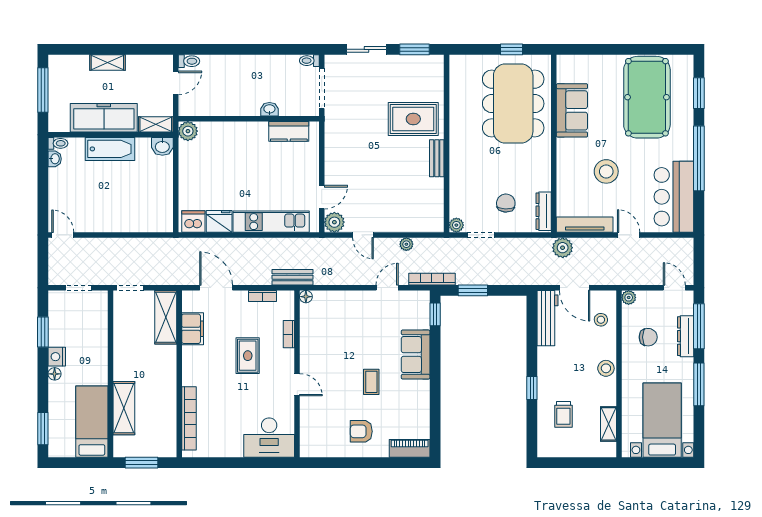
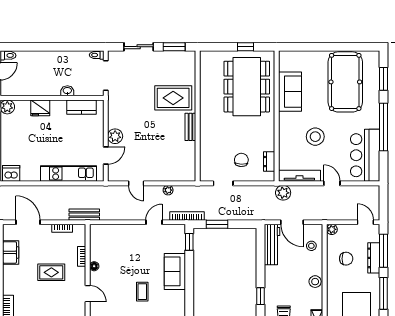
dresser: (544, 211) -> (269, 162), width x0.70
fridge: (219, 221) -> (40, 108), moved, turned 180
plant: (334, 222) -> (115, 136), moved
plant: (456, 225) -> (205, 176), removed
floor lamp: (306, 297) -> (94, 266), moved
rug: (248, 356) -> (51, 272), turned 90

